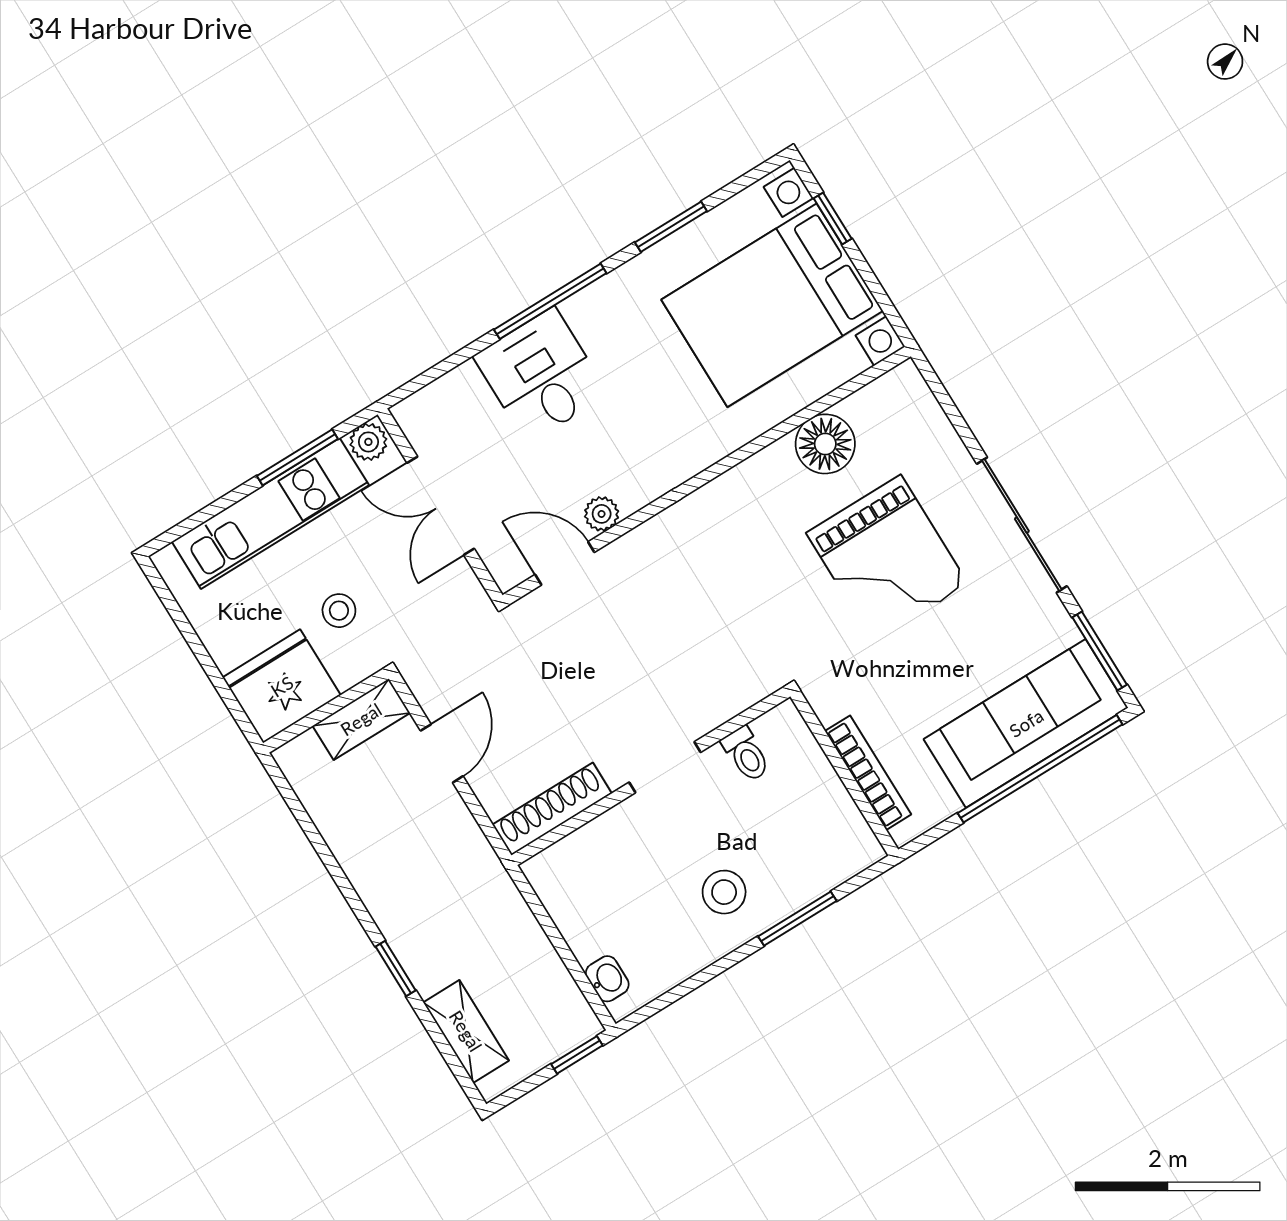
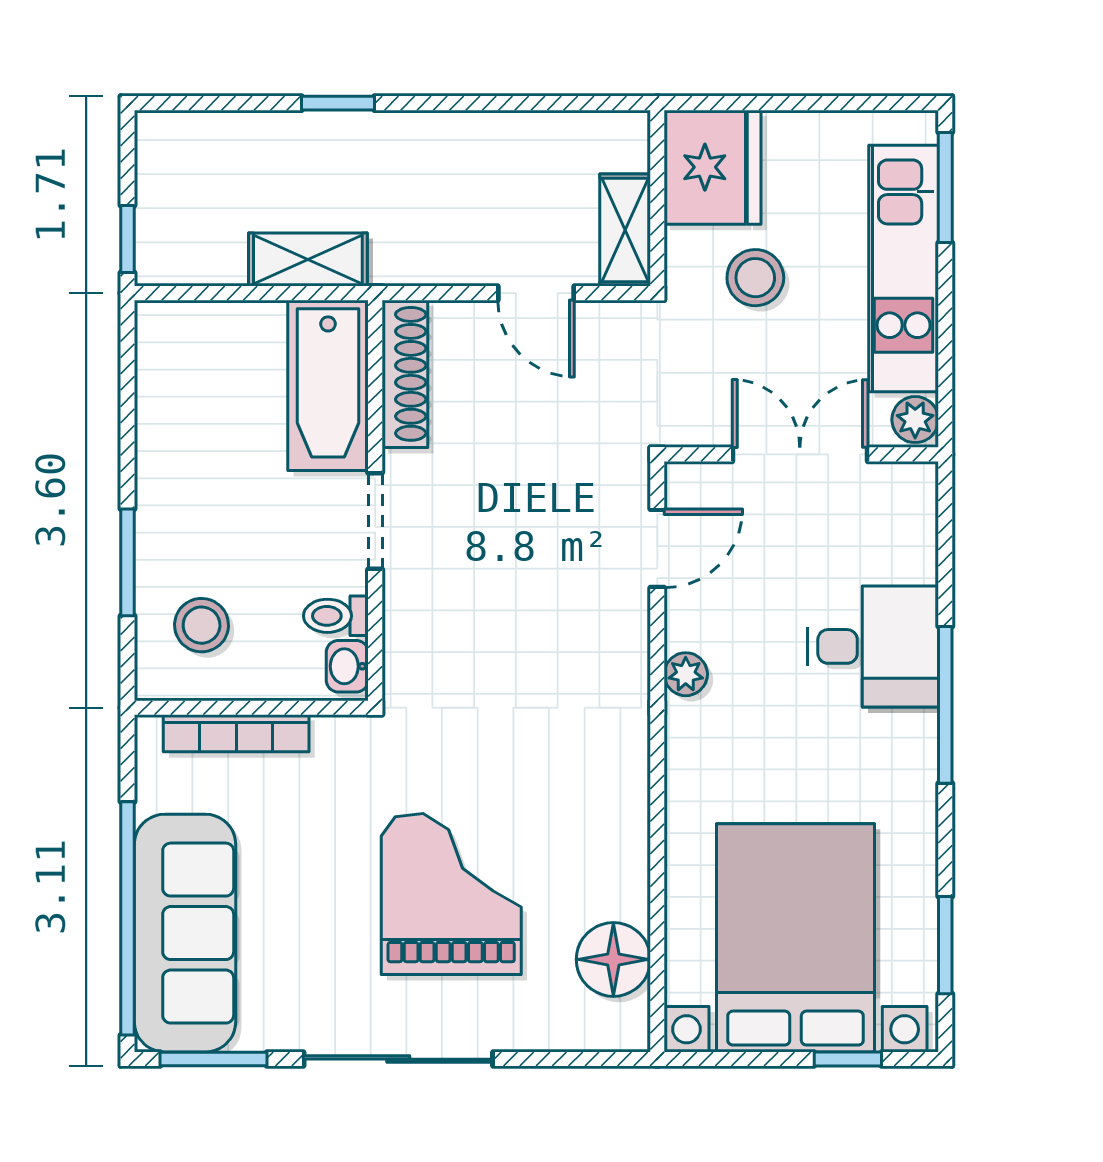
window: (671, 227) -> (945, 945), moved
floor lamp: (825, 444) -> (613, 959), moved
window: (297, 457) -> (945, 188), moved
plant: (602, 514) -> (686, 674), moved
grand piano: (887, 558) -> (451, 894), turned 90
stool: (339, 611) -> (755, 278), width x1.37, depth x1.37
bathtub: (592, 856) -> (328, 385), added
stool: (724, 892) -> (202, 625), moved
washbasin: (607, 979) -> (347, 666), moved, turned 90
shelving: (466, 1031) -> (308, 260), moved

